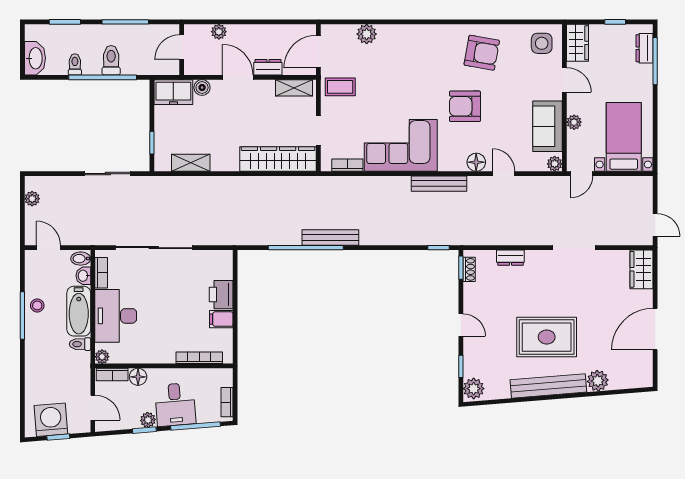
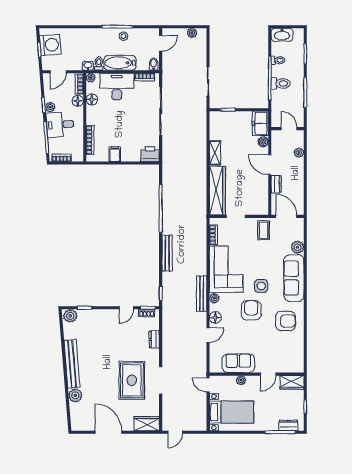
sofa: (415, 40) -> (294, 278), added
side table: (542, 43) -> (261, 286), moved
armchair: (482, 53) -> (286, 321), turned -100
door: (238, 77) -> (270, 165), swing flipped
shelving: (294, 88) -> (263, 201), removed
shelving: (191, 163) -> (215, 153), moved
plant: (555, 164) -> (214, 298), moved
bench: (330, 237) -> (167, 253), moved
washbasin: (83, 276) -> (88, 66), moved
printer: (221, 295) -> (150, 154), moved
door: (461, 325) -> (126, 308), moved
rug: (547, 337) -> (132, 380), moved
floor lamp: (136, 355) -> (92, 99), added

